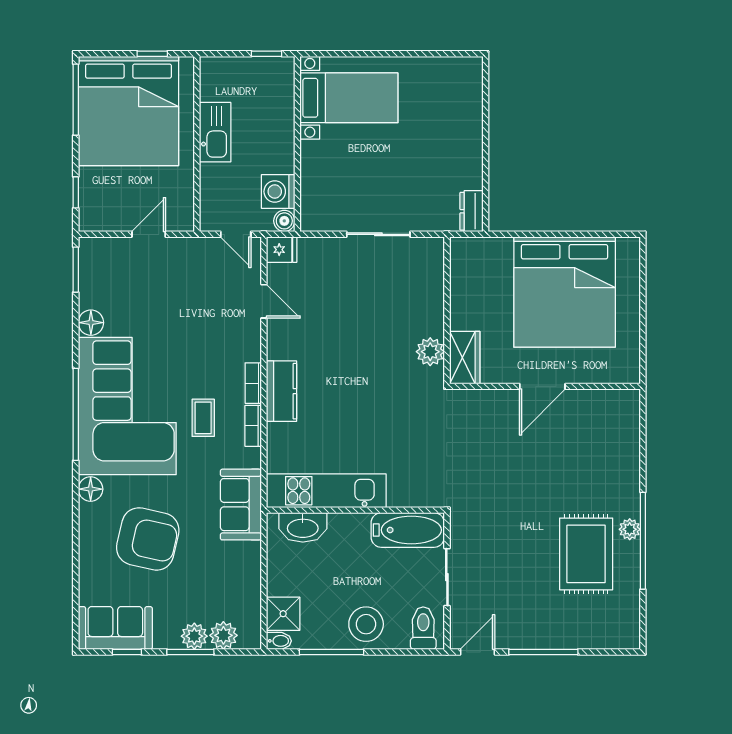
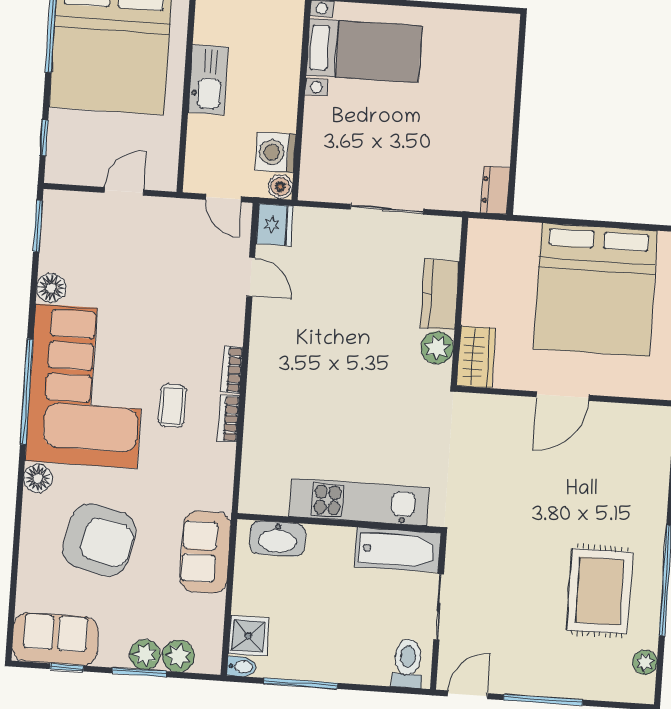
fridge: (282, 250) -> (275, 225), width x1.38
kitchen counter: (282, 391) -> (440, 294), moved, turned 180
kitchen unit: (326, 491) -> (359, 502), moved
sofa: (241, 505) -> (205, 552), moved
plant: (630, 529) -> (645, 662), moved
stool: (366, 624) -> (342, 654), removed

